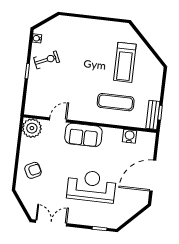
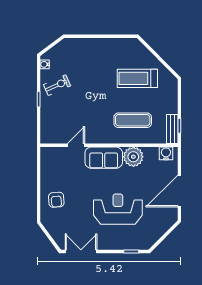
treadmill: (125, 62) -> (137, 78), turned 90
plant: (32, 128) -> (133, 157), moved
water cooler: (130, 136) -> (166, 153), moved
armchair: (33, 170) -> (56, 200), turned 112

